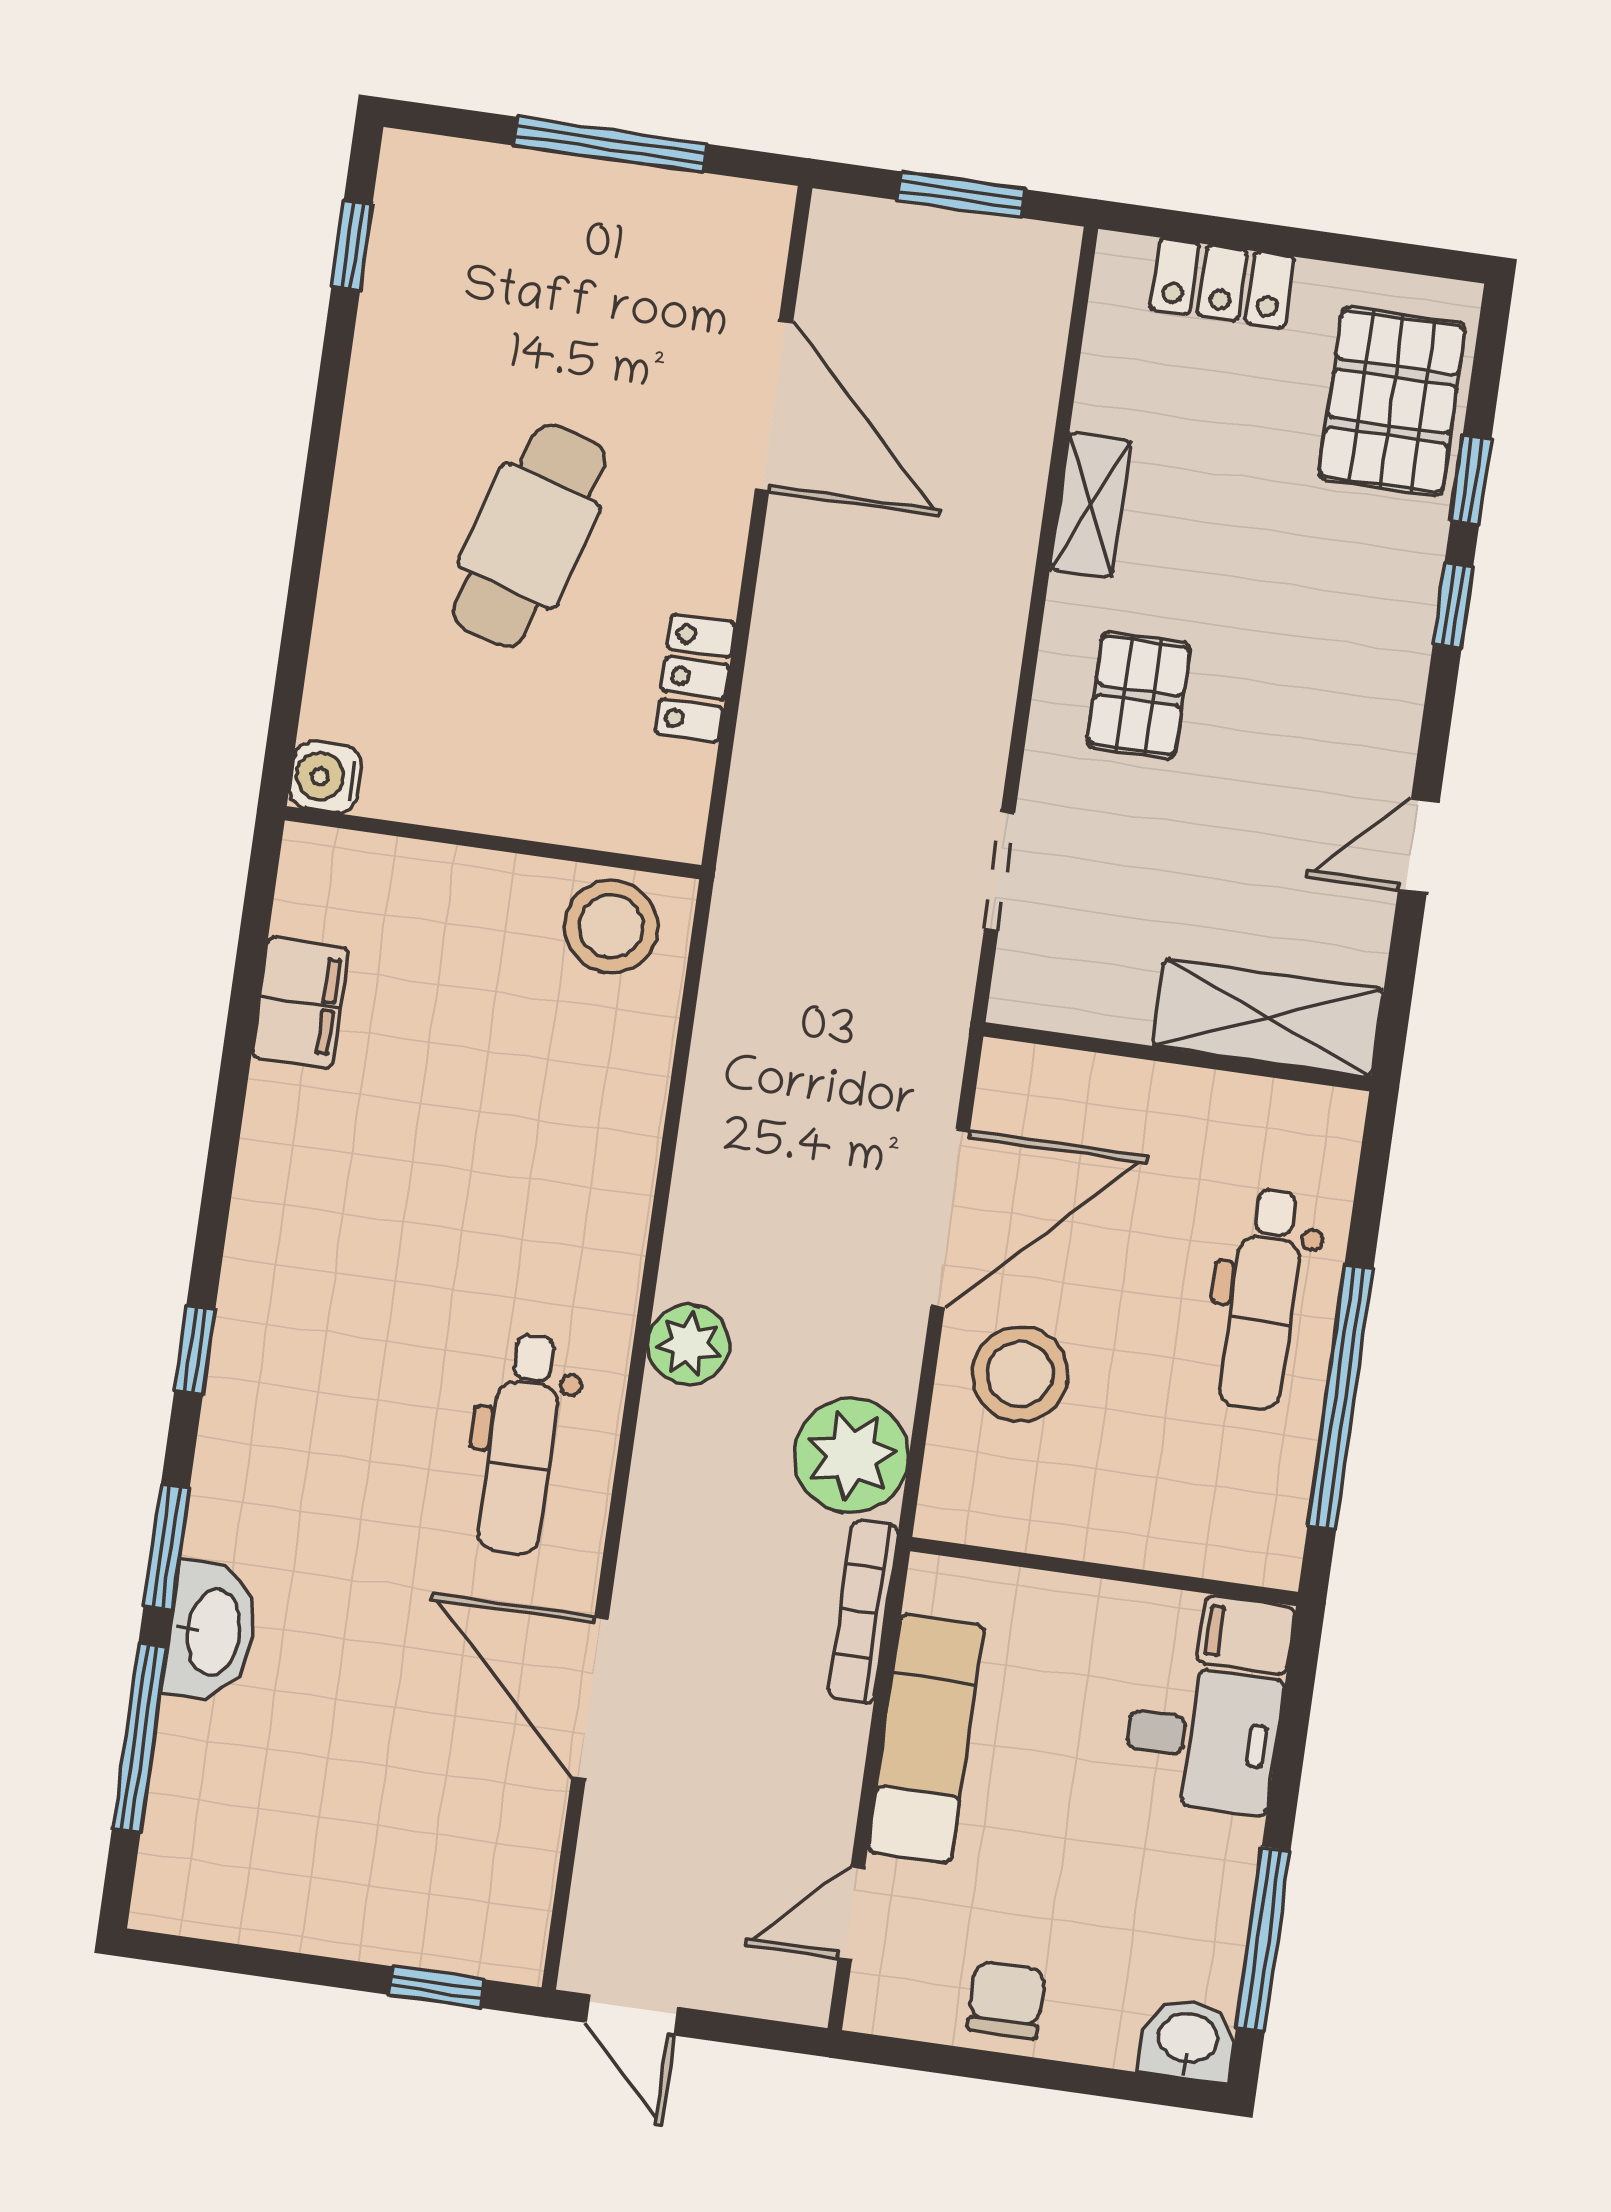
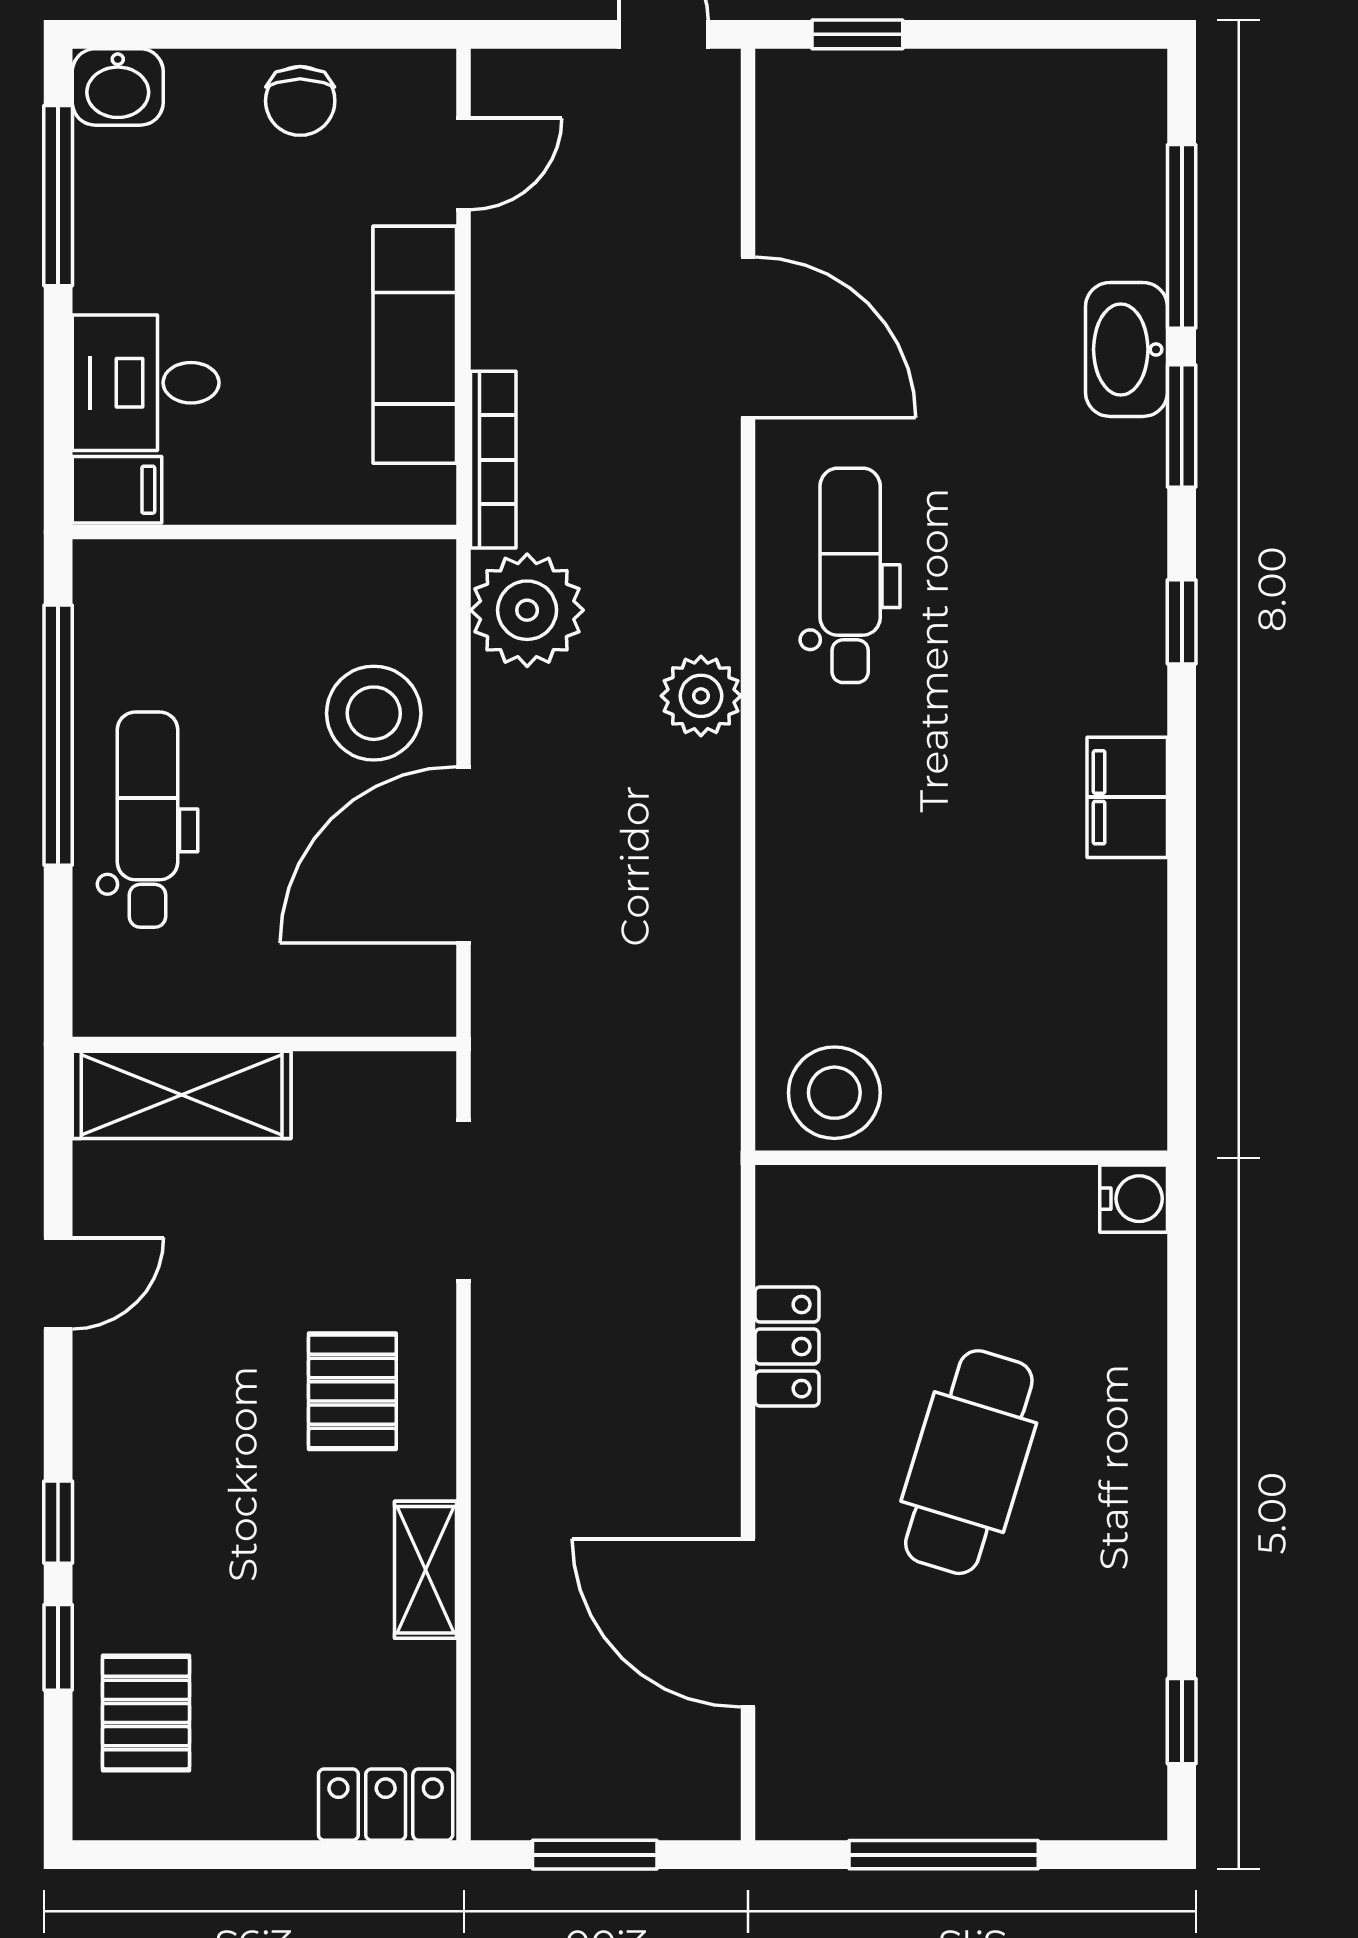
locker: (1222, 283) -> (386, 1805), moved
pallet: (1392, 401) -> (146, 1713), width x0.67, depth x0.71
doorway: (1000, 871) -> (464, 1201), width x1.38
filing cabinet: (300, 1003) -> (1127, 797), moved

